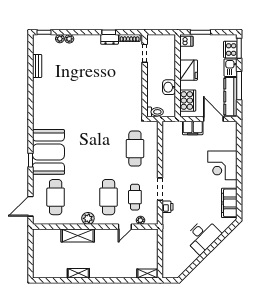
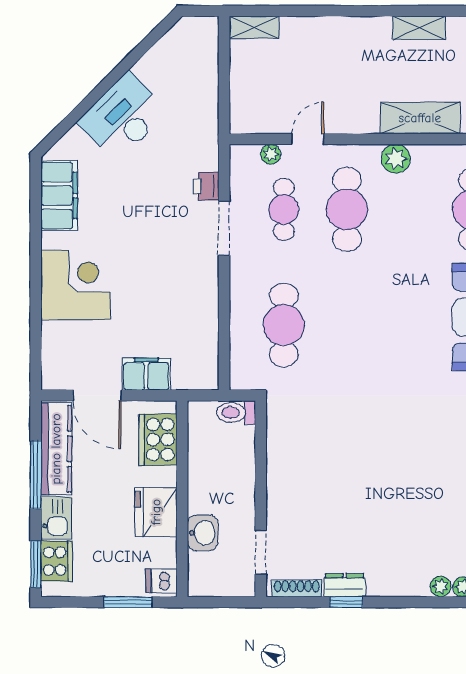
washbasin: (169, 87) -> (203, 533), moved

